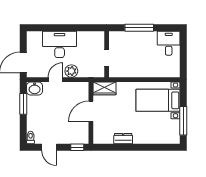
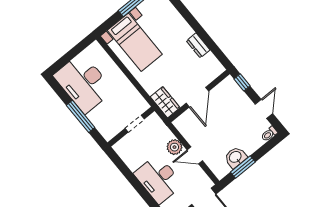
desk: (169, 43) -> (83, 83), width x1.87, depth x1.30
washbasin: (35, 88) -> (236, 157), moved, turned -90
door: (91, 111) -> (197, 97), hinge flipped

